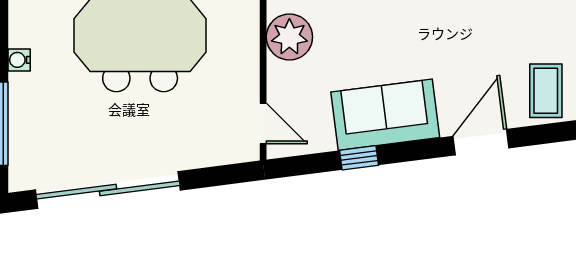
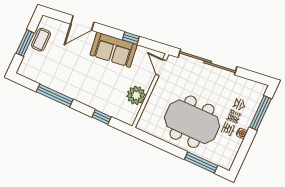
coffee table: (546, 91) -> (41, 40), moved
sliding door: (108, 190) -> (208, 62), moved

